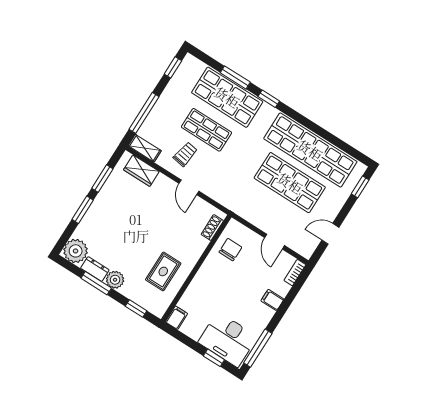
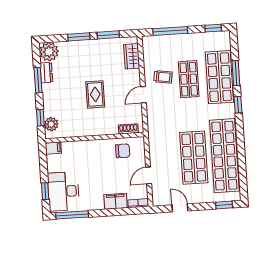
shelving: (145, 148) -> (148, 48), removed
rug: (163, 271) -> (95, 94), moved, turned 90
plant: (115, 280) -> (51, 124), moved
filing cabinet: (272, 300) -> (116, 201), width x2.00

